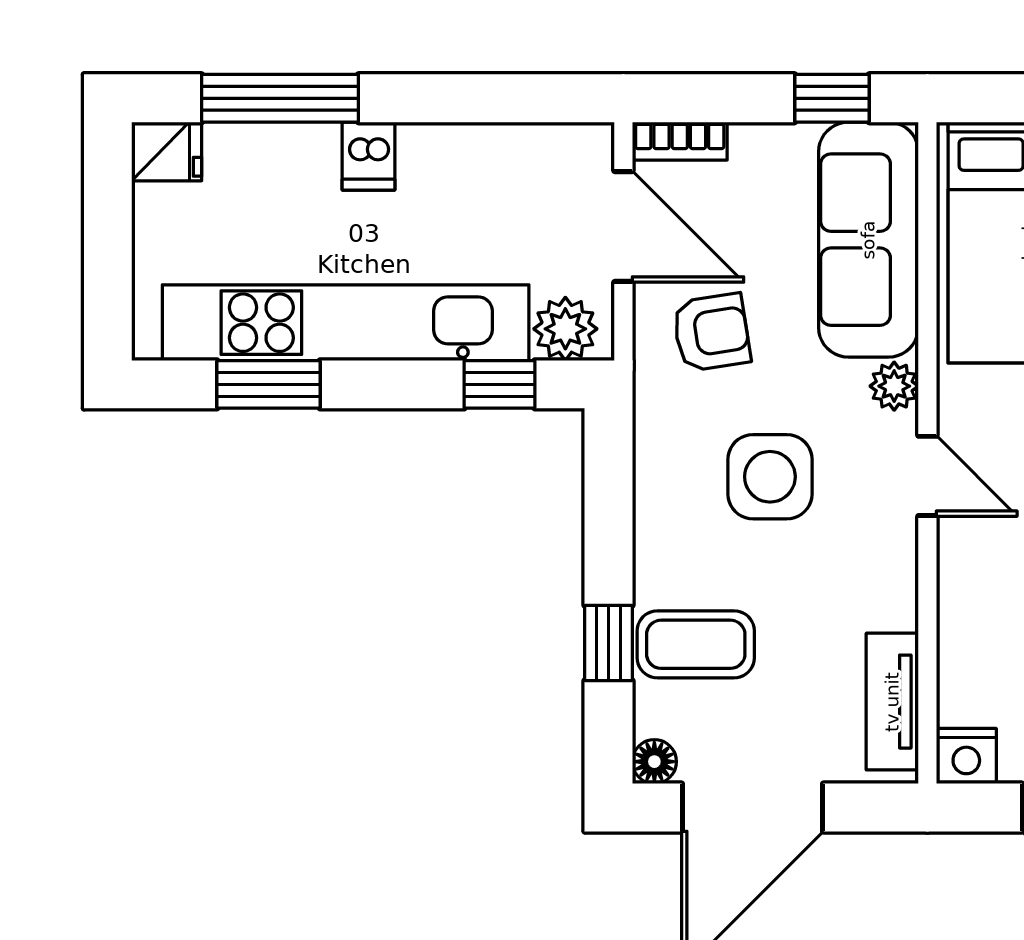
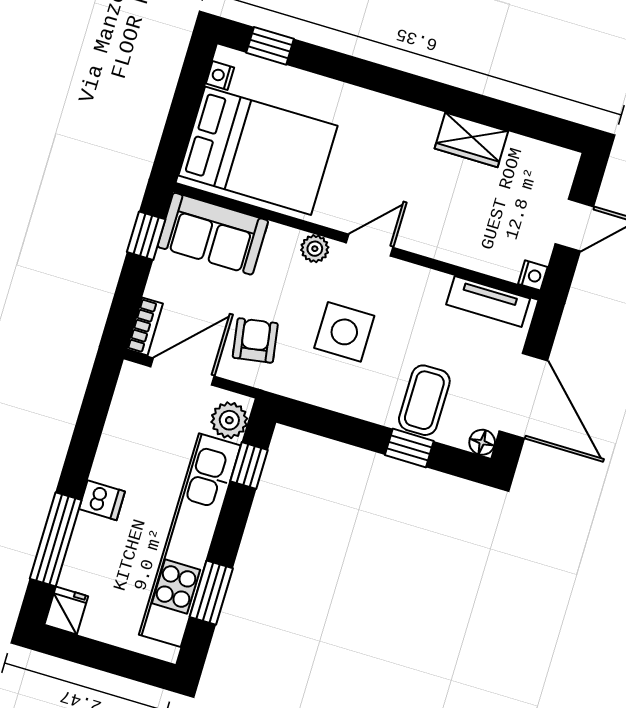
sofa: (868, 240) -> (213, 234), width x0.73
nightstand: (966, 756) -> (533, 275), width x0.72, depth x0.74

